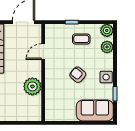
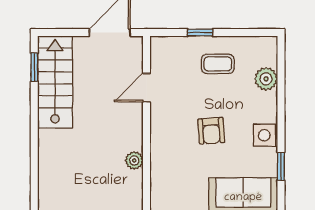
plant: (107, 30) -> (266, 48), removed
armchair: (78, 75) -> (211, 131), turned -134
plant: (32, 86) -> (134, 160), width x0.53, depth x0.53

